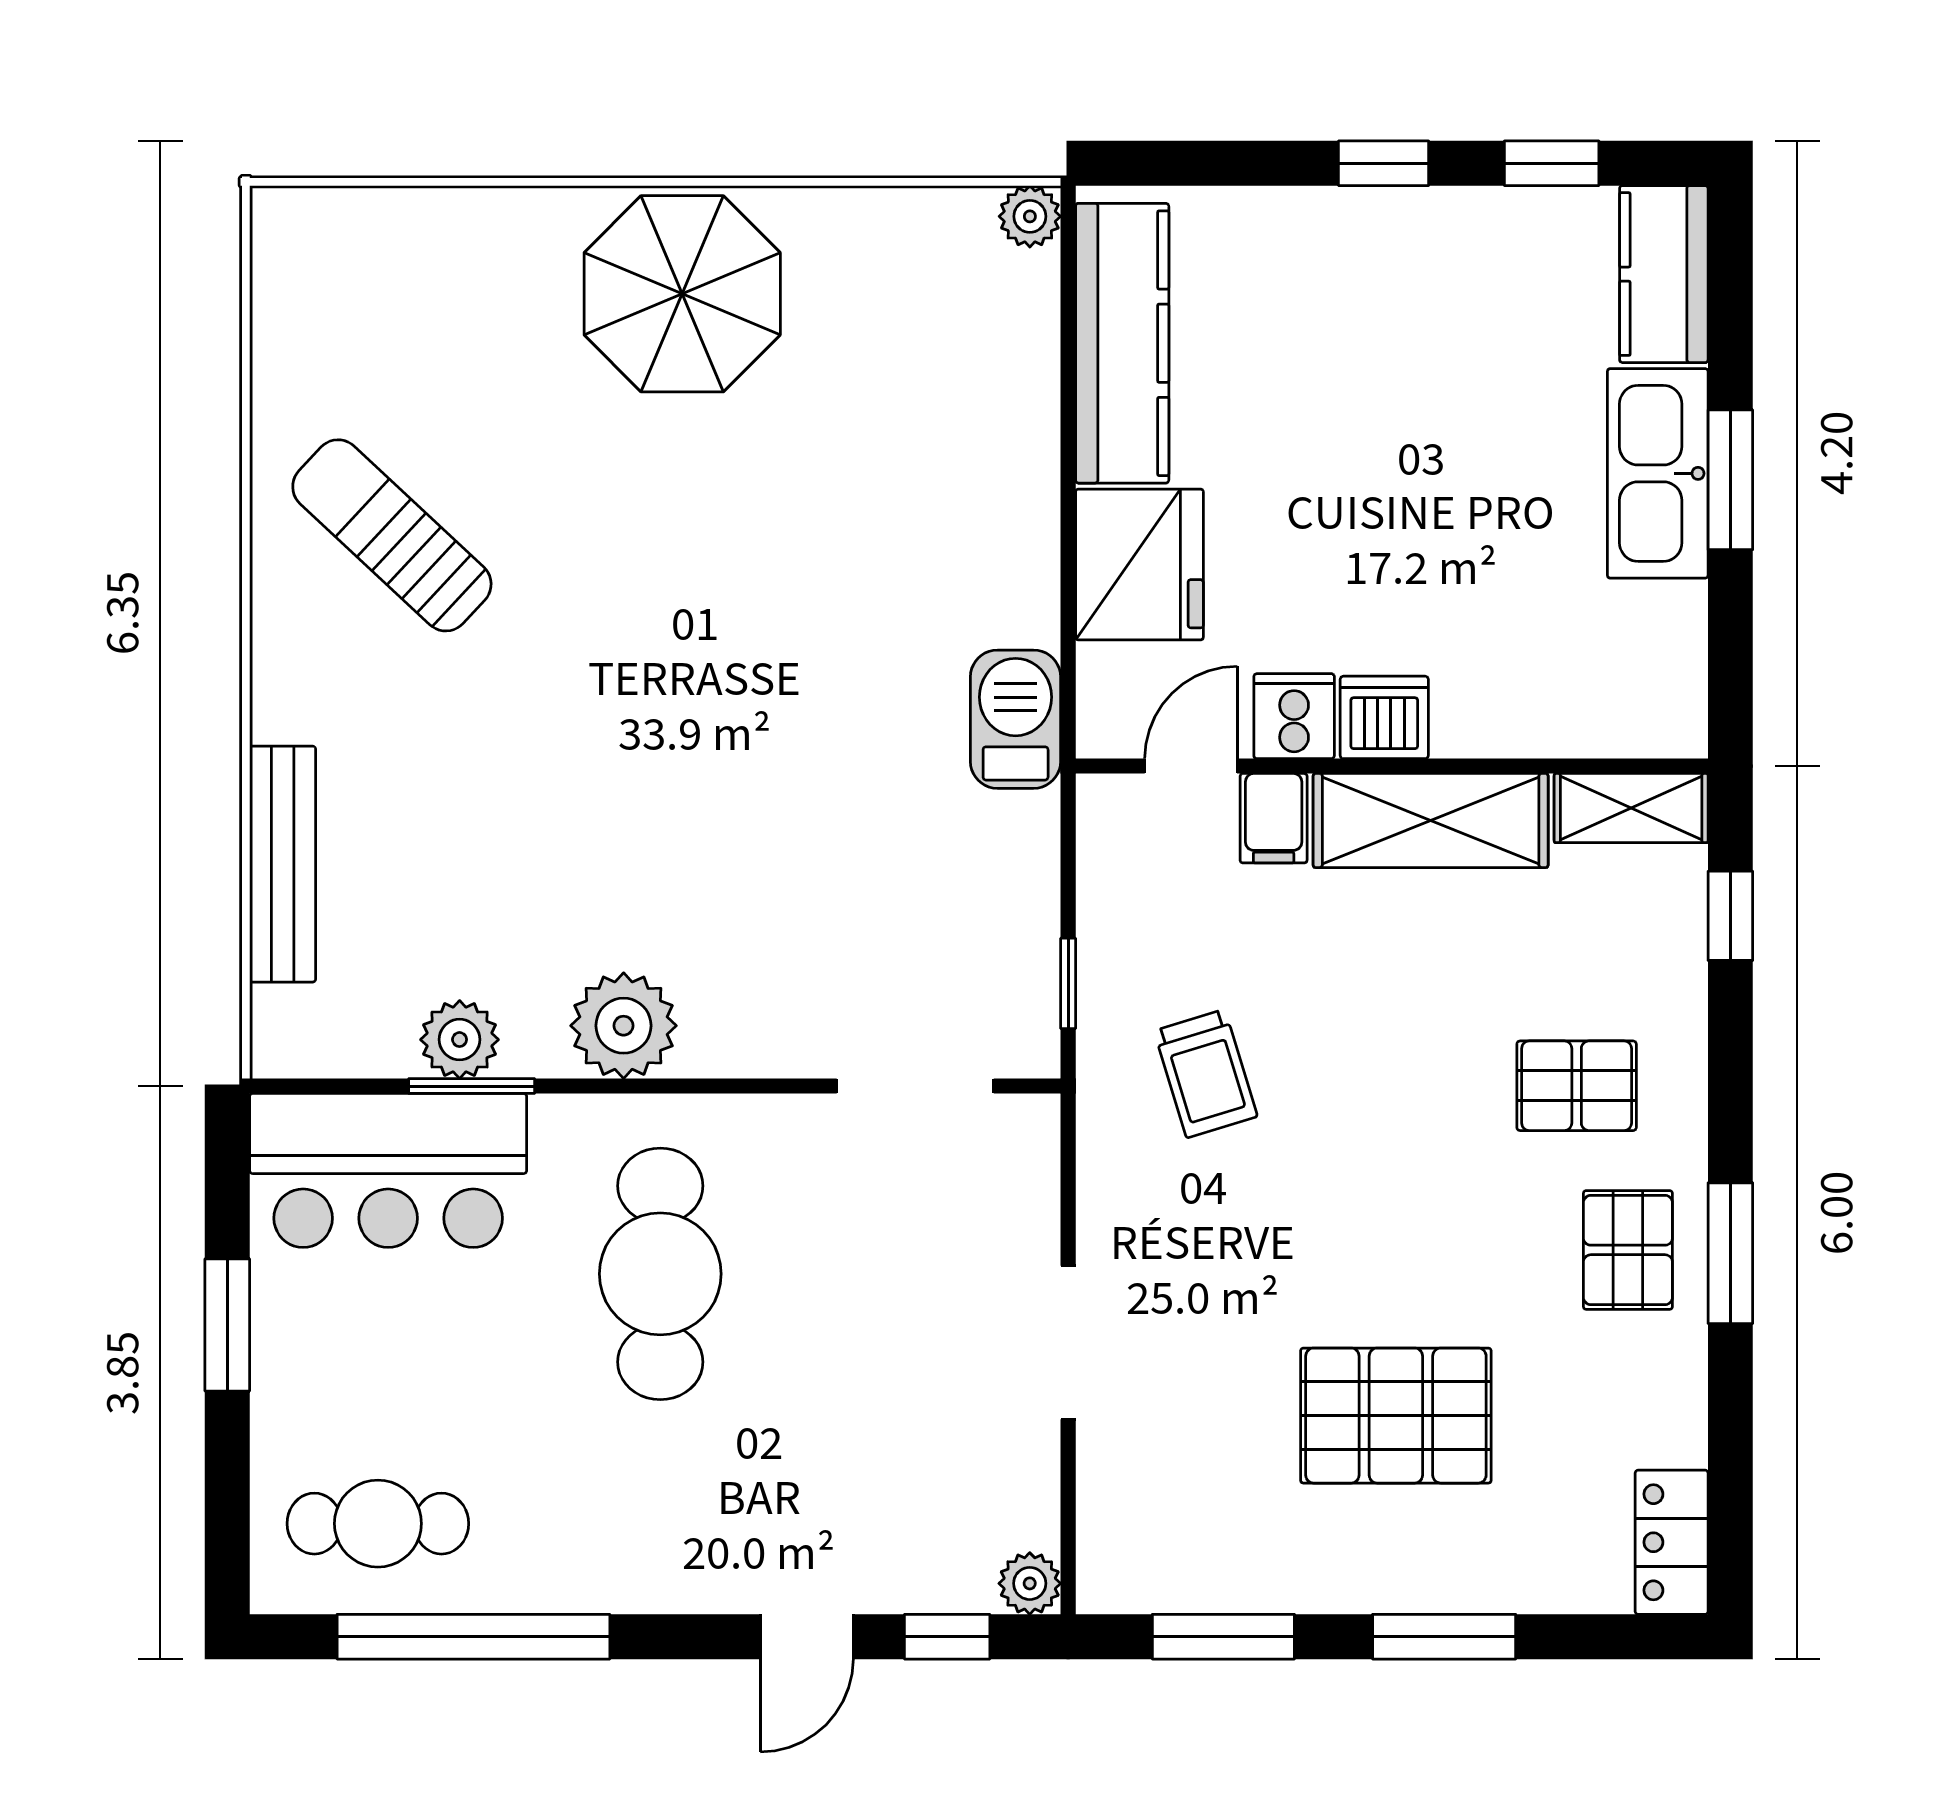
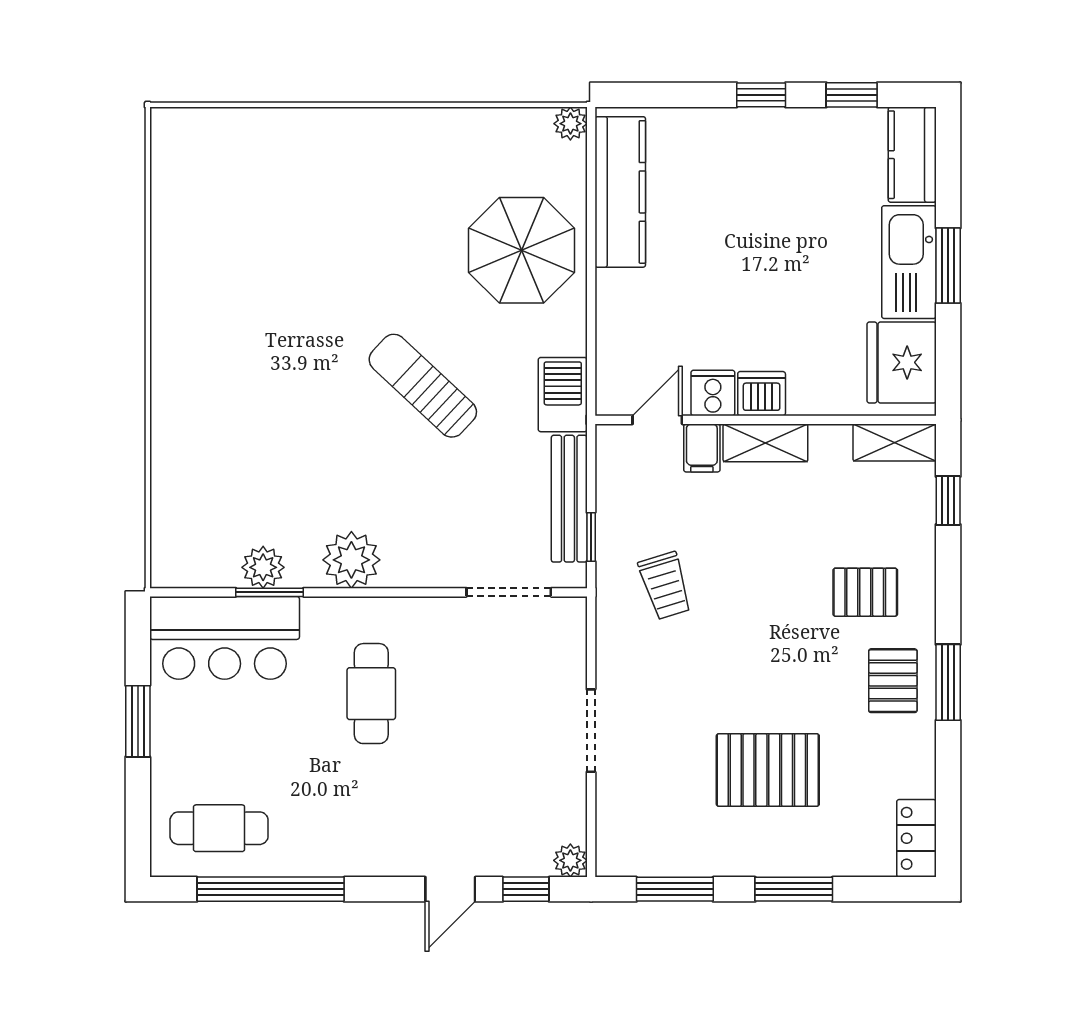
parasol: (682, 294) -> (522, 250), moved
sun lounger: (392, 535) -> (423, 386), moved
fridge: (1139, 564) -> (902, 362), moved, turned 180
shelving: (1431, 820) -> (765, 443), width x0.67, depth x0.75
bench: (283, 864) -> (569, 499), moved
cafe table: (660, 1274) -> (371, 694), width x0.73, depth x0.74

